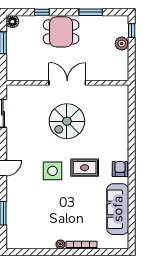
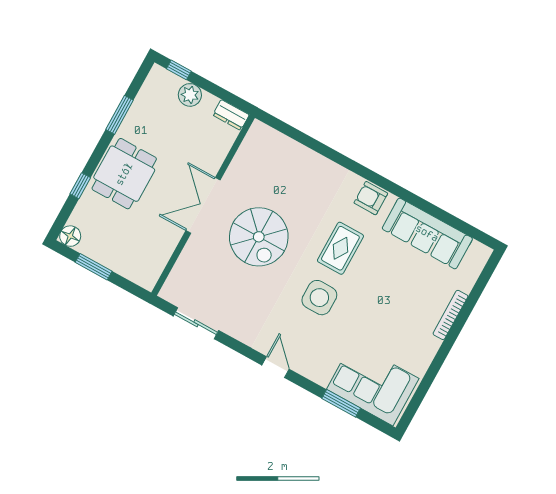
dresser: (123, 71) -> (231, 115), added
corner sofa: (22, 224) -> (373, 384), added
plant: (60, 244) -> (432, 345), removed

